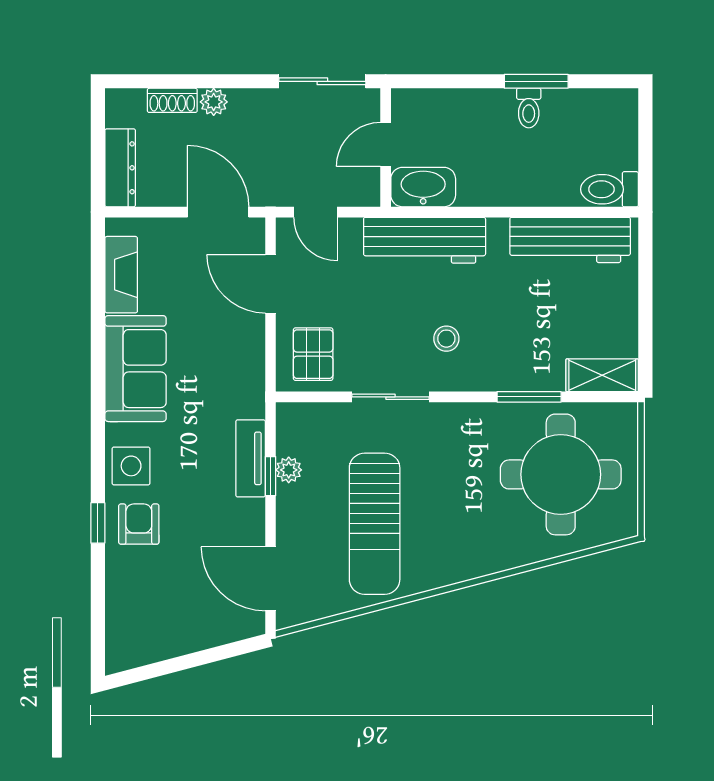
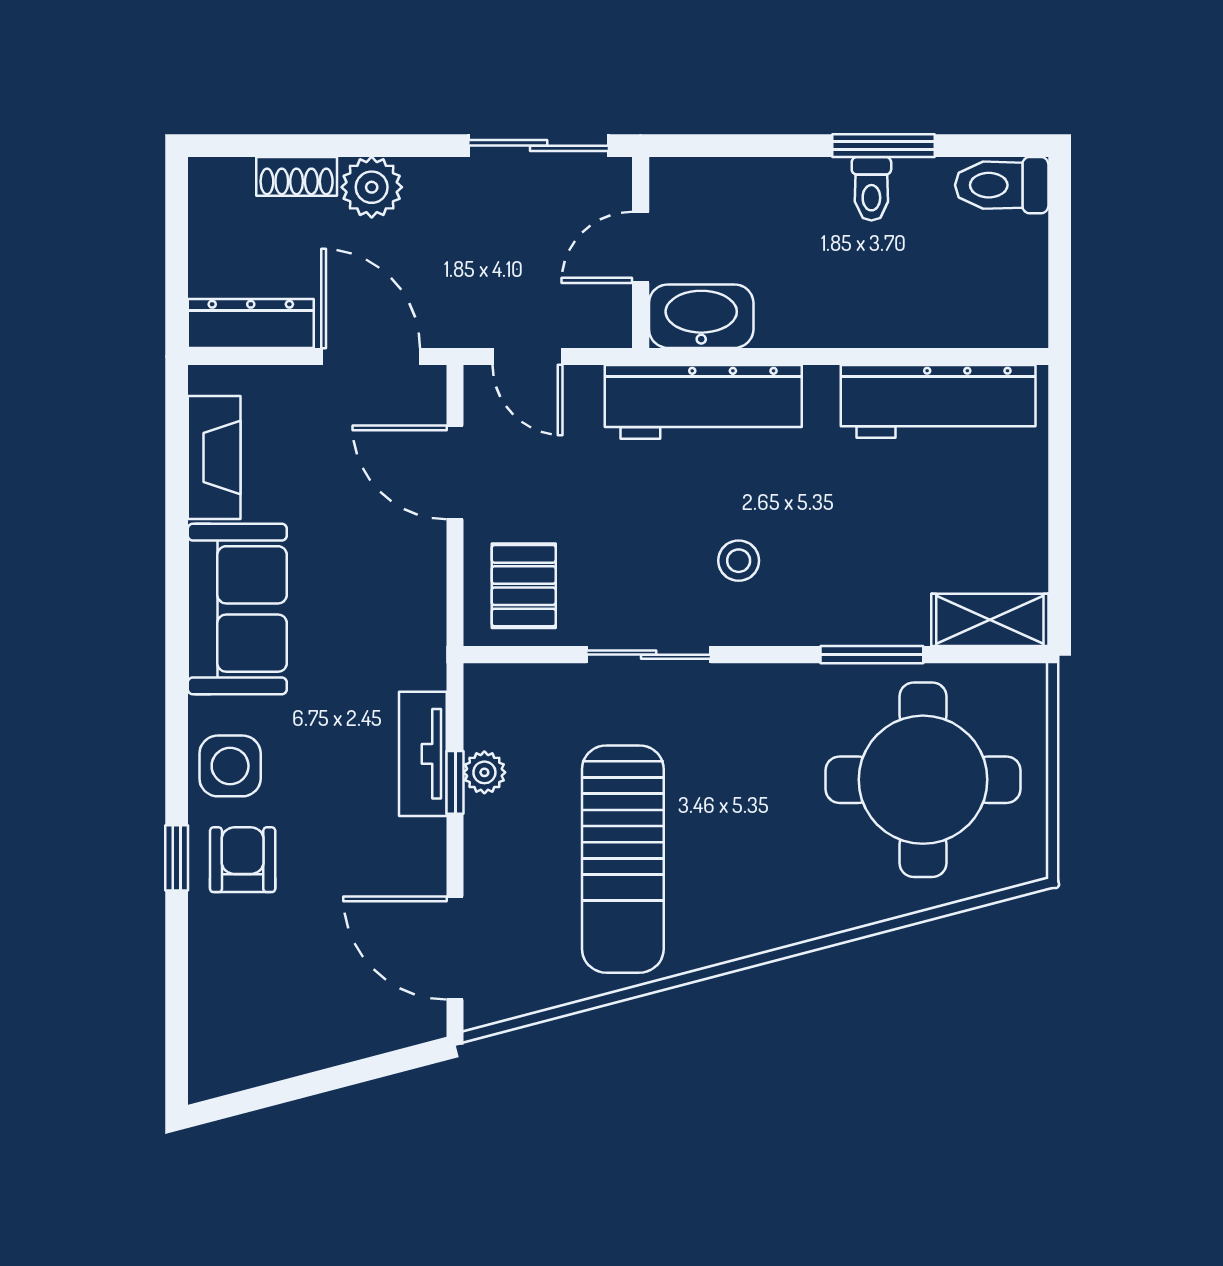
plant: (214, 102) -> (372, 187), width x1.38, depth x1.38
dresser: (120, 168) -> (251, 323), moved, turned -90
toilet: (610, 189) -> (1002, 185), moved

